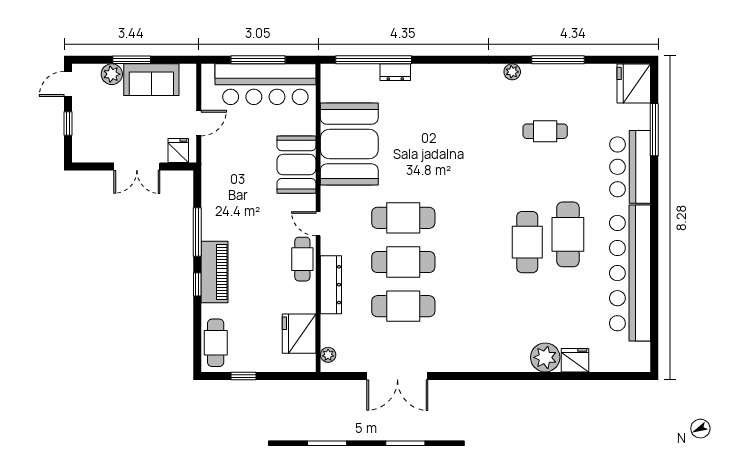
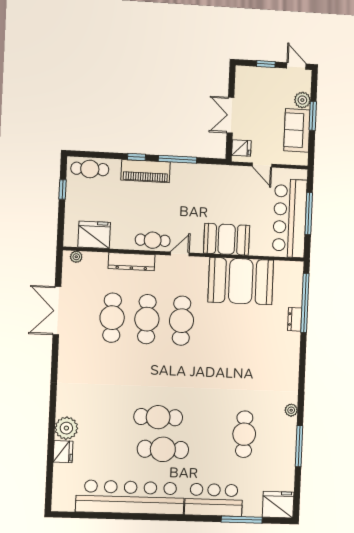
cafe table: (545, 131) -> (244, 434), width x1.37, depth x1.35

